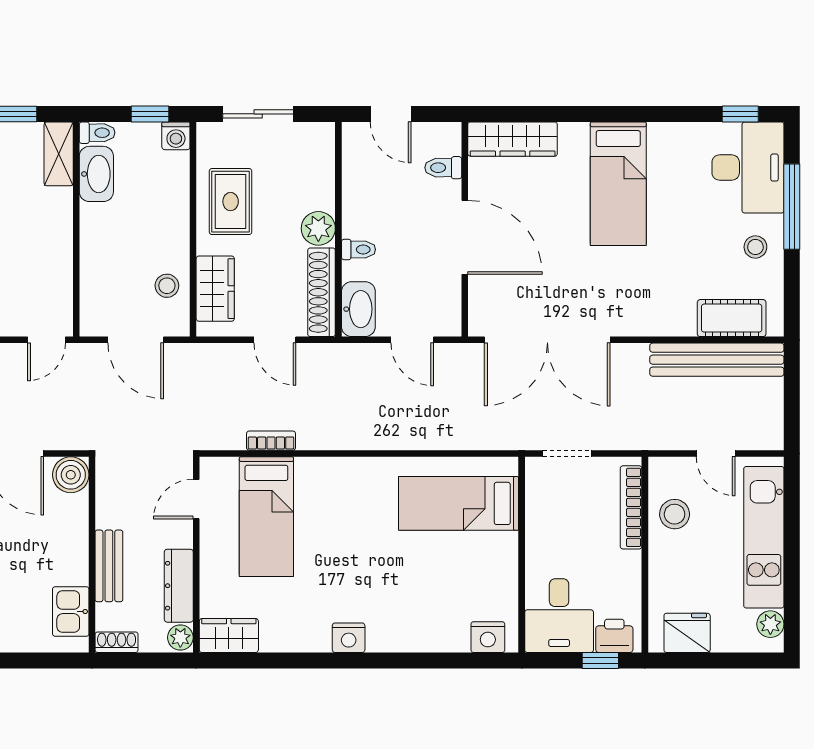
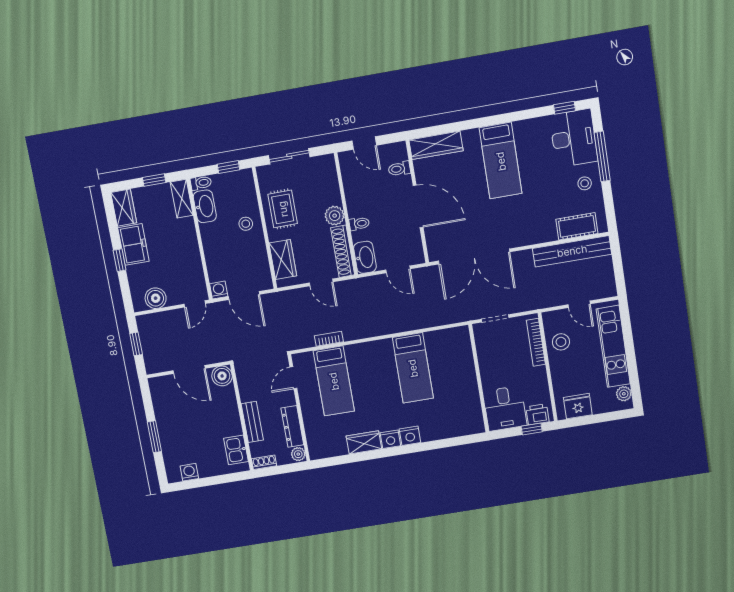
washing machine: (176, 136) -> (219, 290), moved, turned 180
stool: (167, 286) -> (246, 224), moved
bed: (459, 503) -> (413, 368), moved, turned -90
wardrobe: (229, 636) -> (364, 442), moved
nightstand: (488, 637) -> (410, 436), moved

